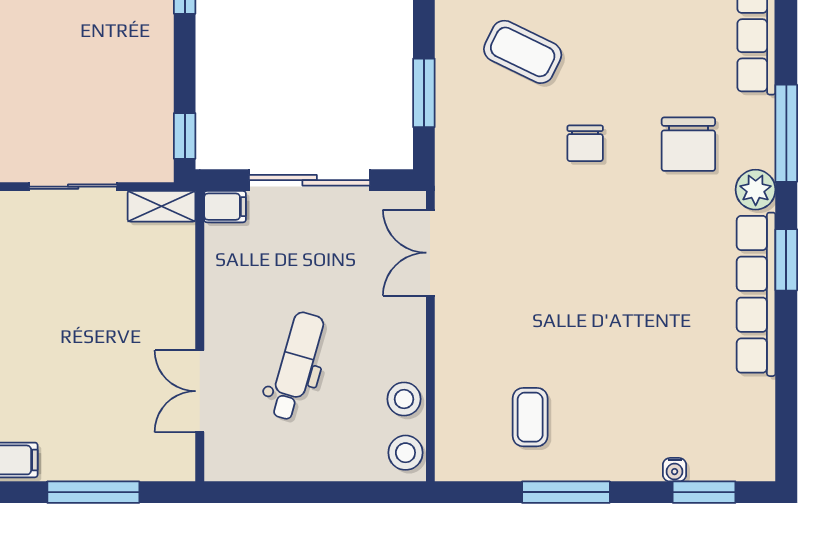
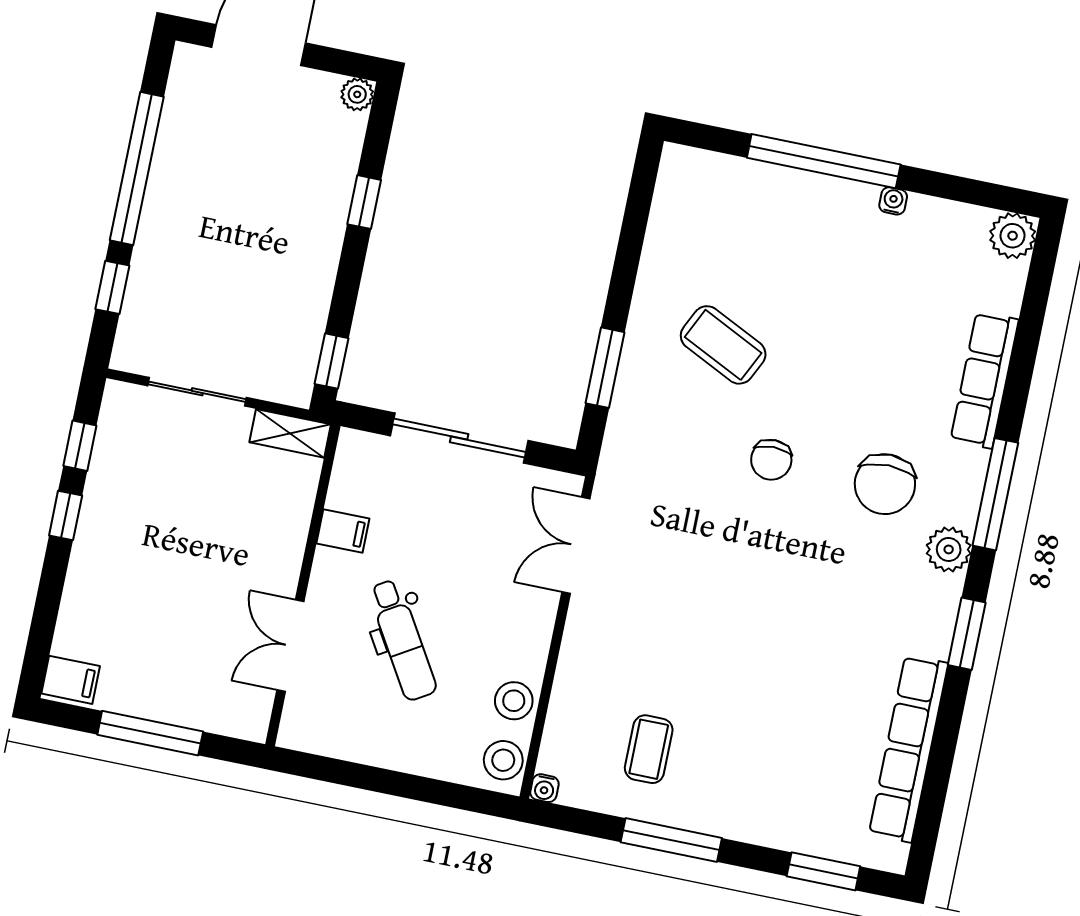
filing cabinet: (225, 207) -> (343, 531), moved
row of seats: (756, 294) -> (908, 749), moved
dental chair: (296, 366) -> (402, 640), turned 133
water cooler: (675, 470) -> (544, 788), moved

